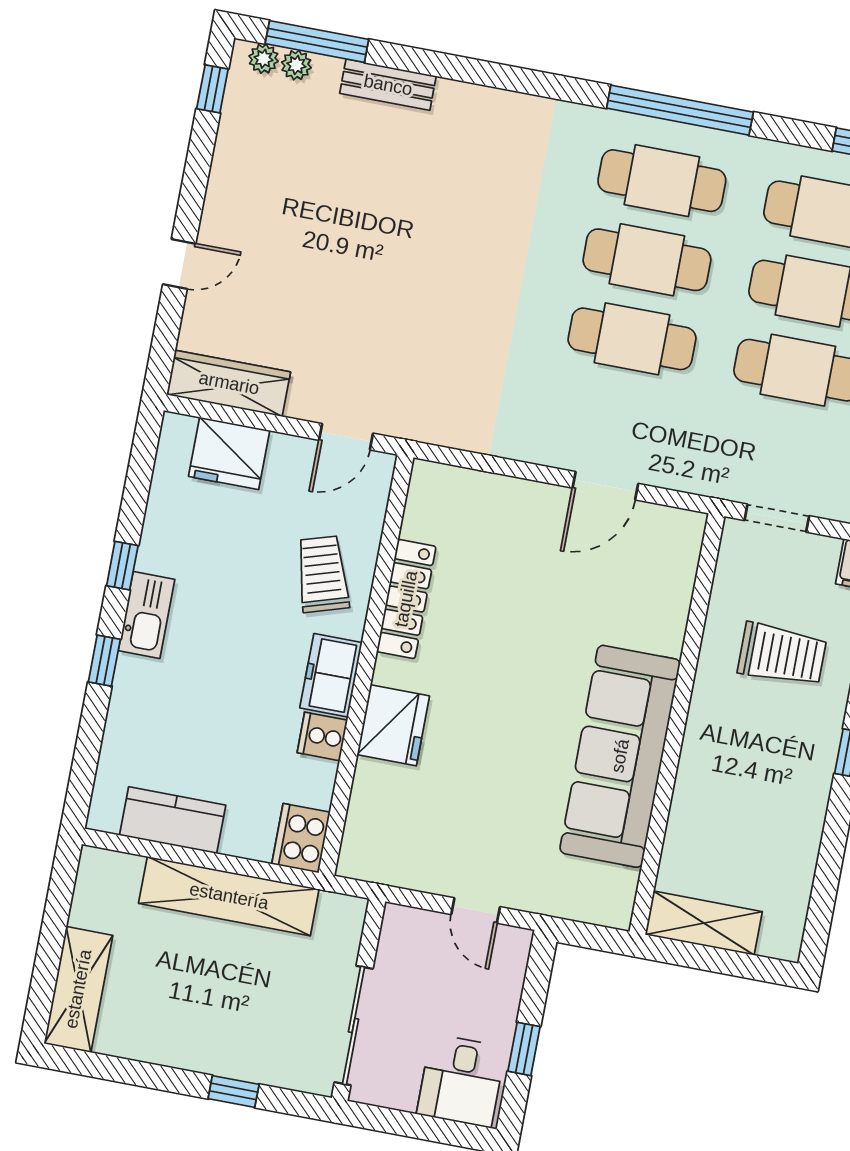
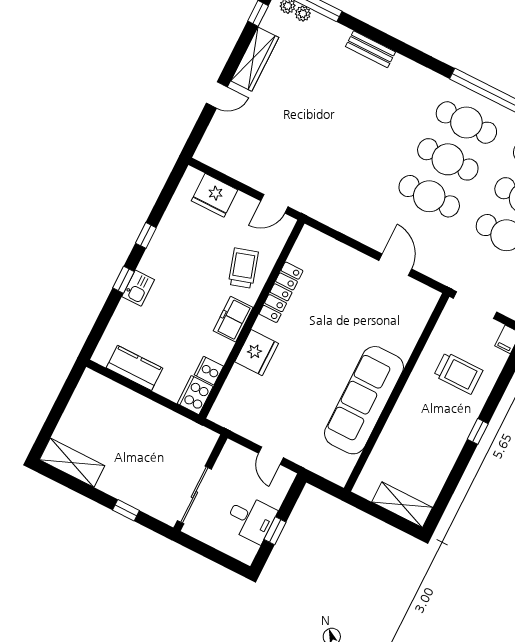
bench: (388, 85) -> (371, 49), moved
wardrobe: (229, 383) -> (255, 59), moved, turned 90
door: (605, 486) -> (395, 265), swing flipped
doorway: (777, 518) -> (475, 305), width x1.38
kitchen sink: (147, 615) -> (138, 288), moved, width x0.73
cooker: (322, 736) -> (209, 371), moved
shelving: (229, 896) -> (151, 413), removed
shelving: (704, 923) -> (402, 505), moved
shelving: (78, 989) -> (72, 463), moved, turned 90
desk: (461, 1081) -> (251, 519), moved, turned -90

